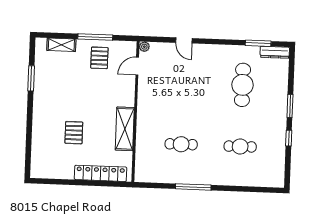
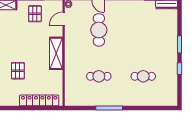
cafe table: (242, 85) -> (99, 30), moved
shelving: (125, 129) -> (56, 53), moved

